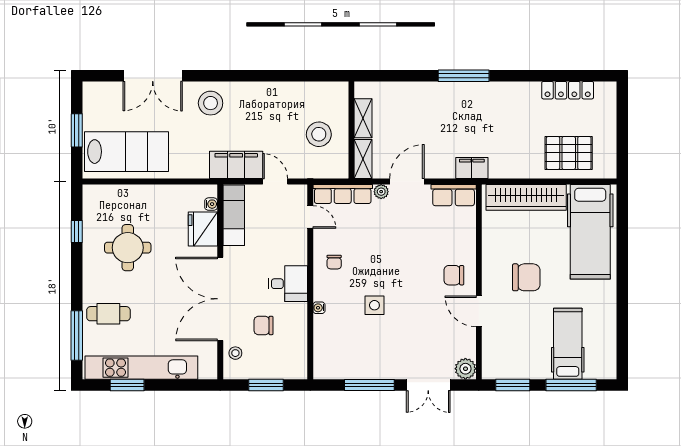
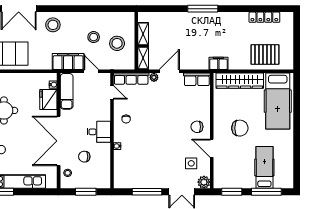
stool: (279, 124) -> (94, 37), added
filing cabinet: (472, 168) -> (218, 63), moved
side table: (374, 305) -> (191, 163), moved

